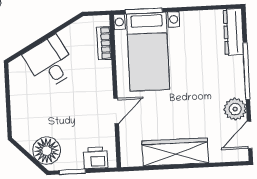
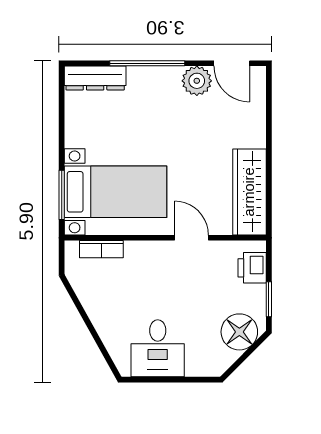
desk: (50, 62) -> (158, 348), moved, turned -61
wardrobe: (175, 152) -> (249, 192), moved

